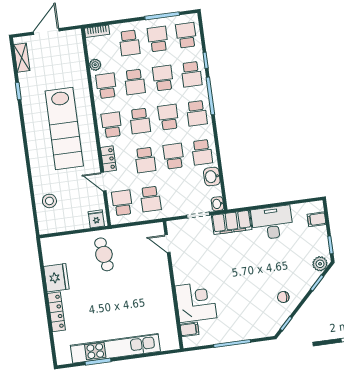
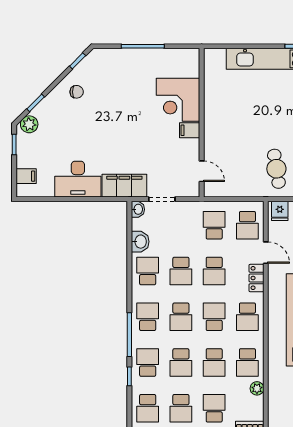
school desk: (135, 82) -> (214, 362), turned 180
school desk: (145, 160) -> (214, 271), turned 180
filing cabinet: (190, 329) -> (190, 130), moved

